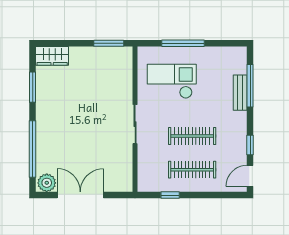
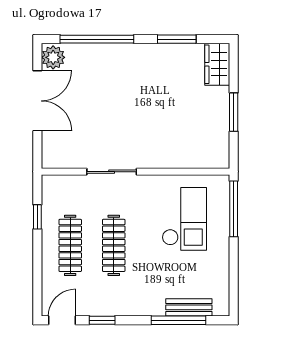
window: (109, 43) -> (234, 112), moved
window: (183, 43) -> (234, 209), moved
bench: (240, 93) -> (189, 307), moved
sliding door: (135, 124) -> (112, 172), moved
door: (250, 176) -> (62, 320), hinge flipped

